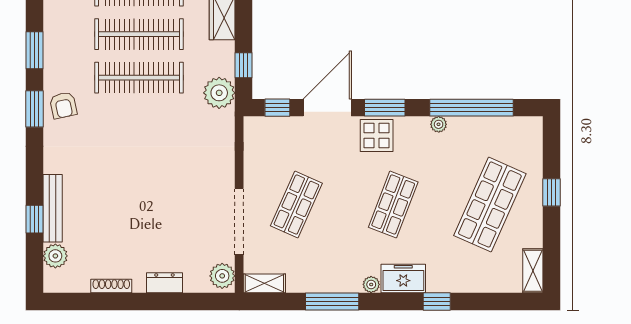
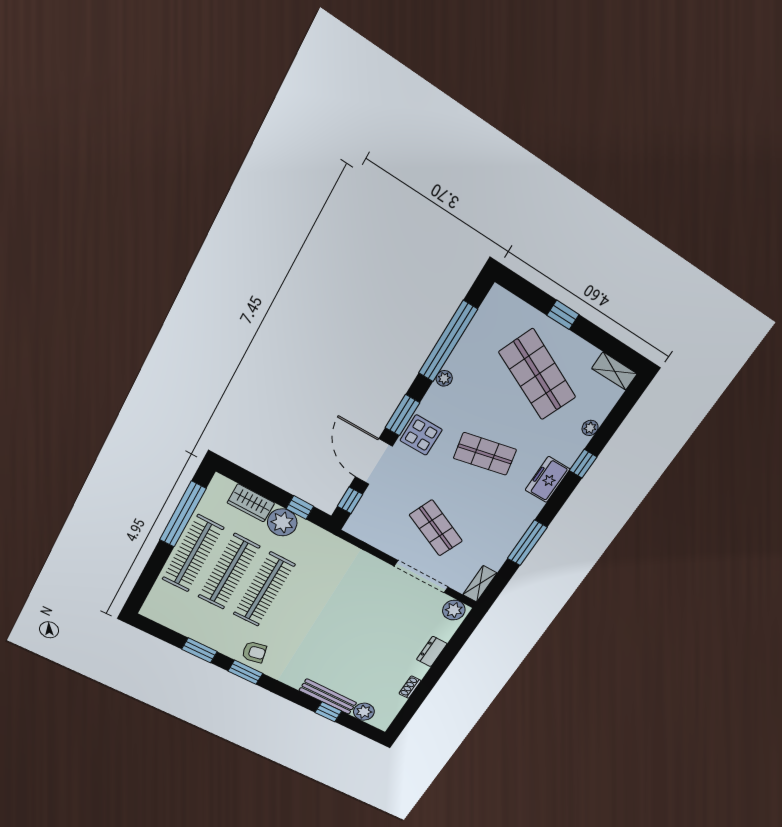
plant: (219, 93) -> (282, 522), moved
shop shelf: (393, 205) -> (485, 454), turned -33
plant: (371, 284) -> (590, 428), moved
shoe rack: (111, 286) -> (410, 687), width x0.70

